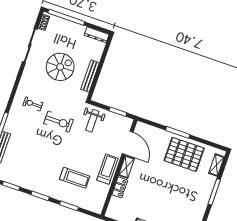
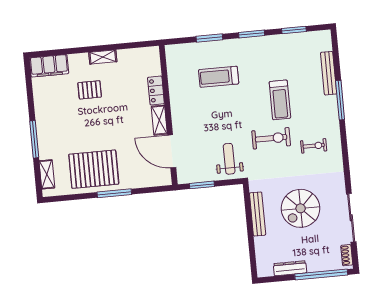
dresser: (97, 35) -> (290, 268), moved
exercise bike: (58, 122) -> (271, 138), turned 180
treadmill: (107, 169) -> (280, 100), moved
pallet: (163, 208) -> (90, 90), added

